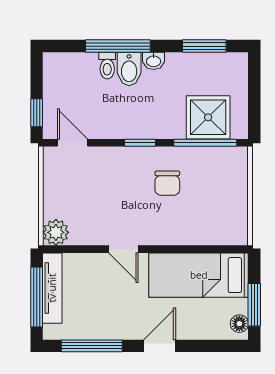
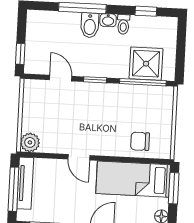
window: (204, 46) -> (146, 11), width x0.67
toilet: (107, 65) -> (123, 24), moved
door: (73, 143) -> (61, 78), moved
chair: (167, 183) -> (140, 141), moved, turned 90
window: (254, 305) -> (174, 188), moved

